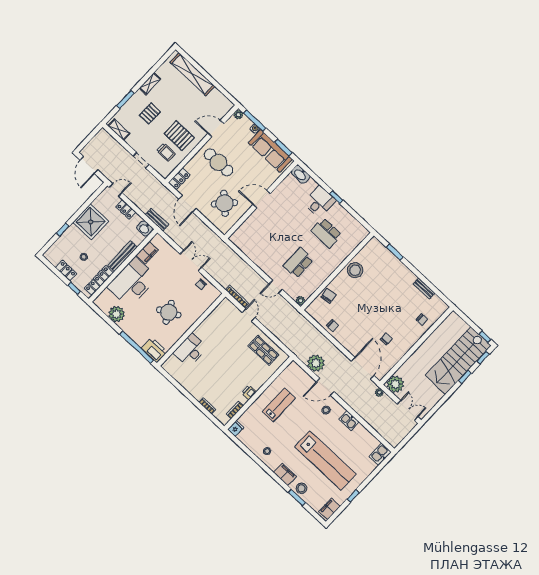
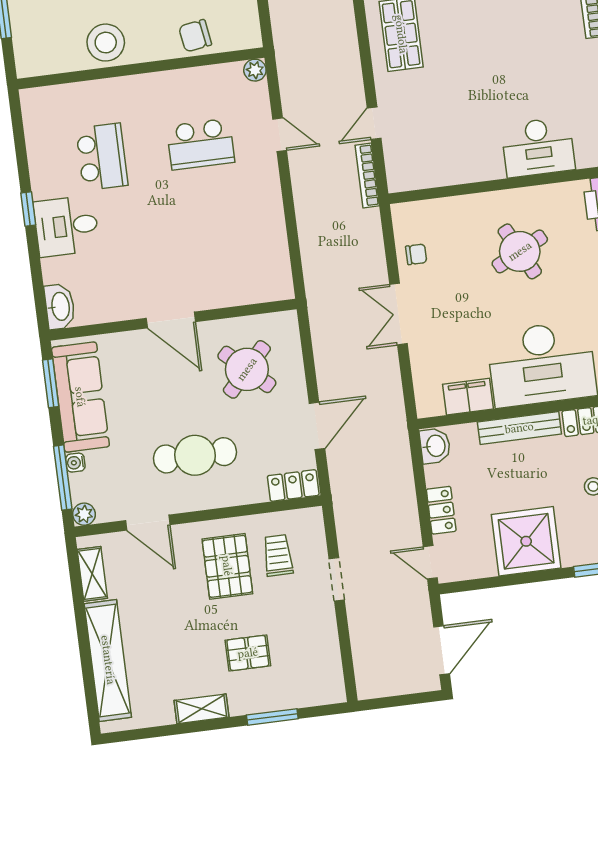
shelving: (119, 130) -> (92, 574), moved
cafe table: (219, 162) -> (195, 455), turned 90
bench: (157, 220) -> (399, 443), removed

